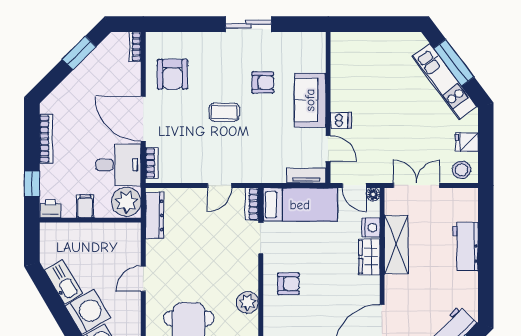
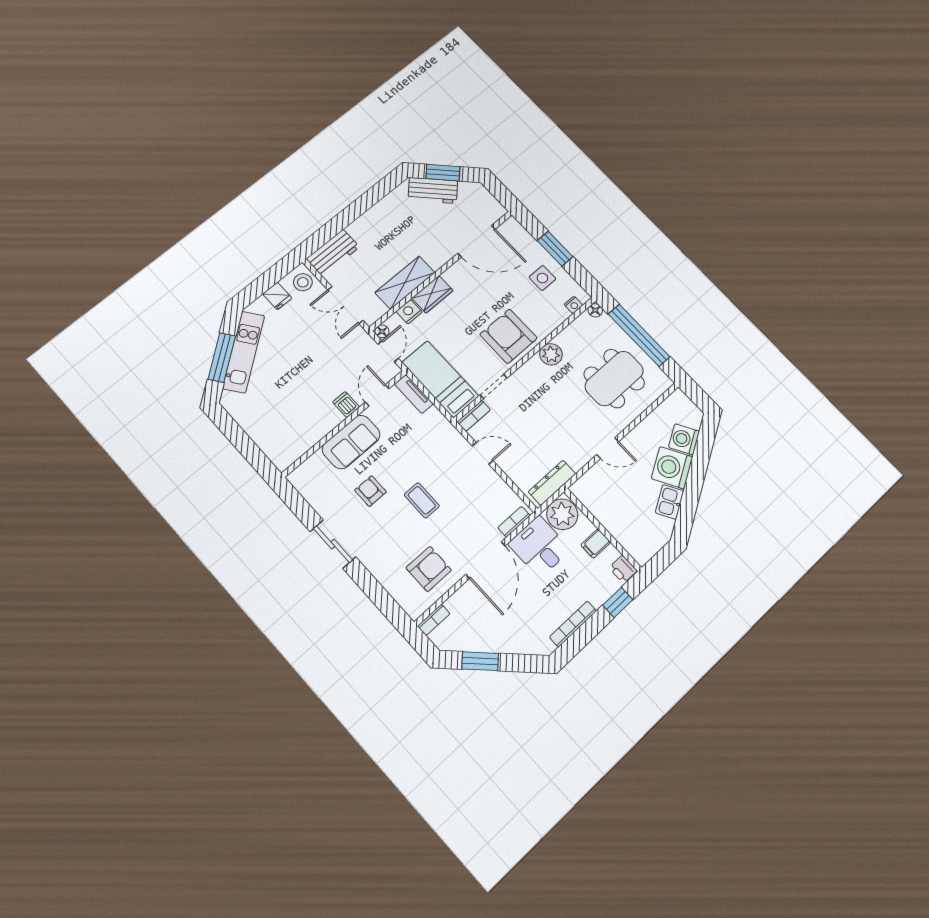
workbench: (466, 246) -> (333, 253), moved
kitchen sink: (63, 282) -> (670, 502), width x0.73
armchair: (288, 284) -> (508, 336), width x1.88, depth x1.88

